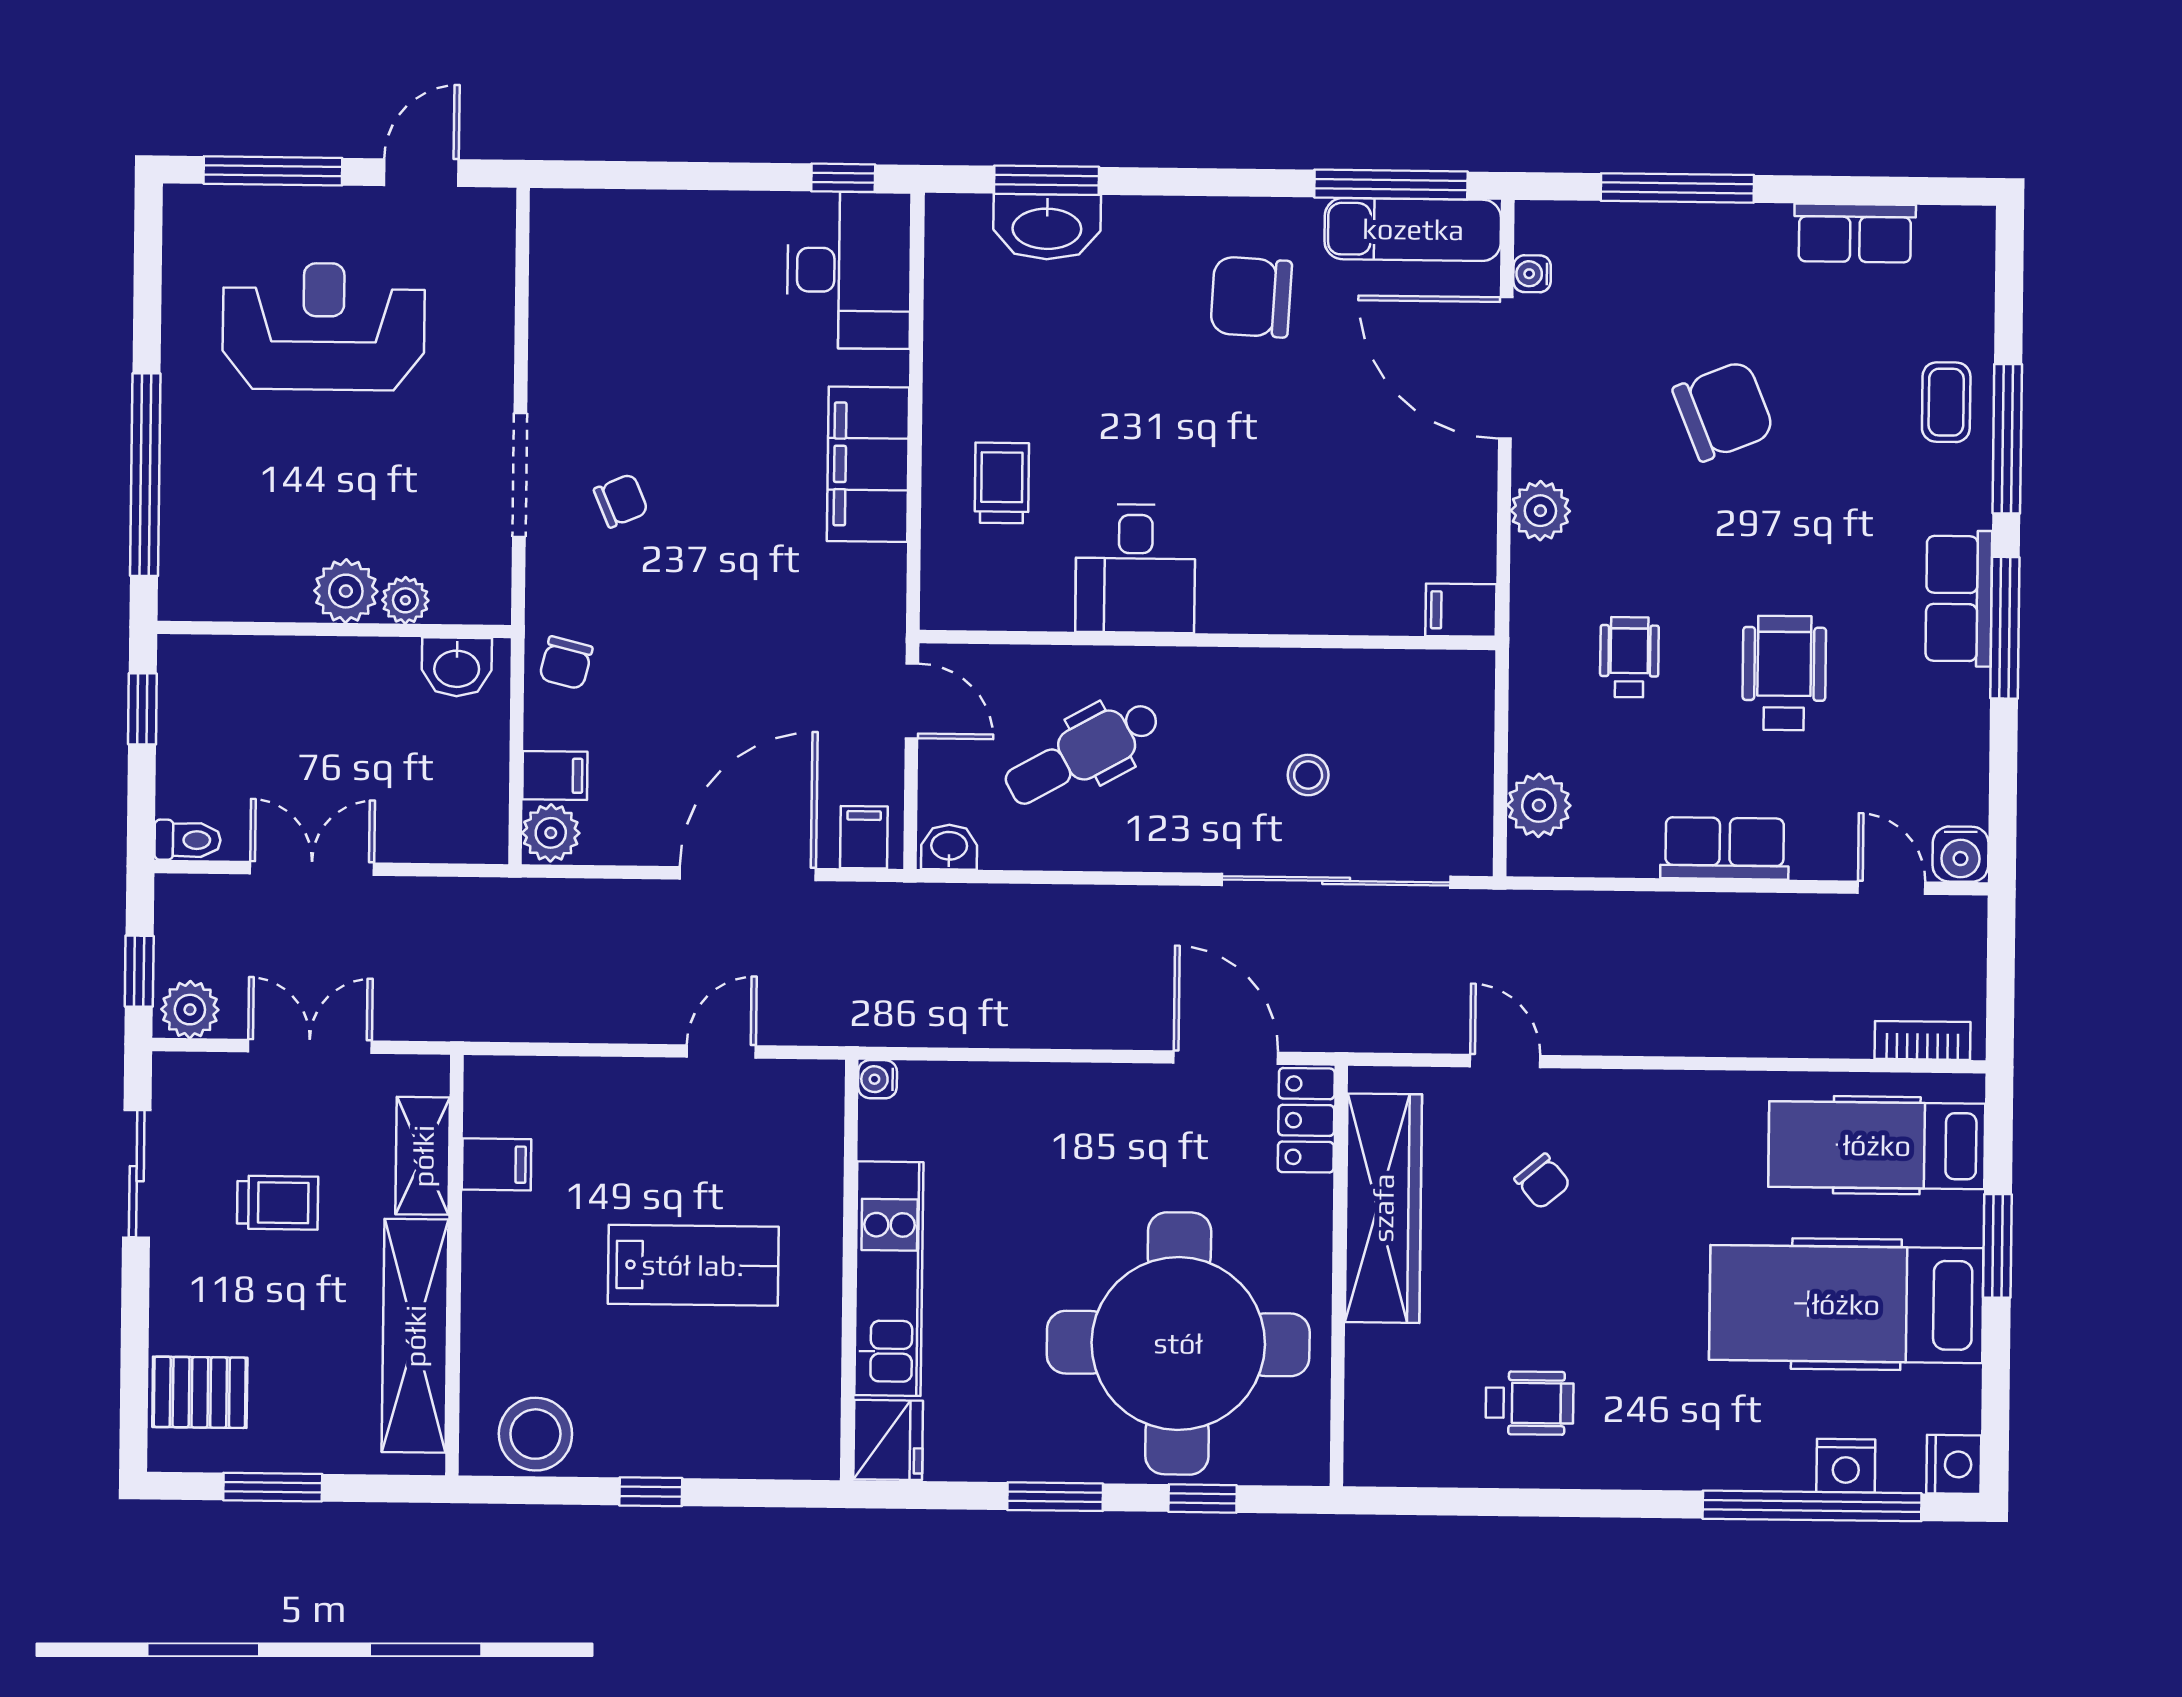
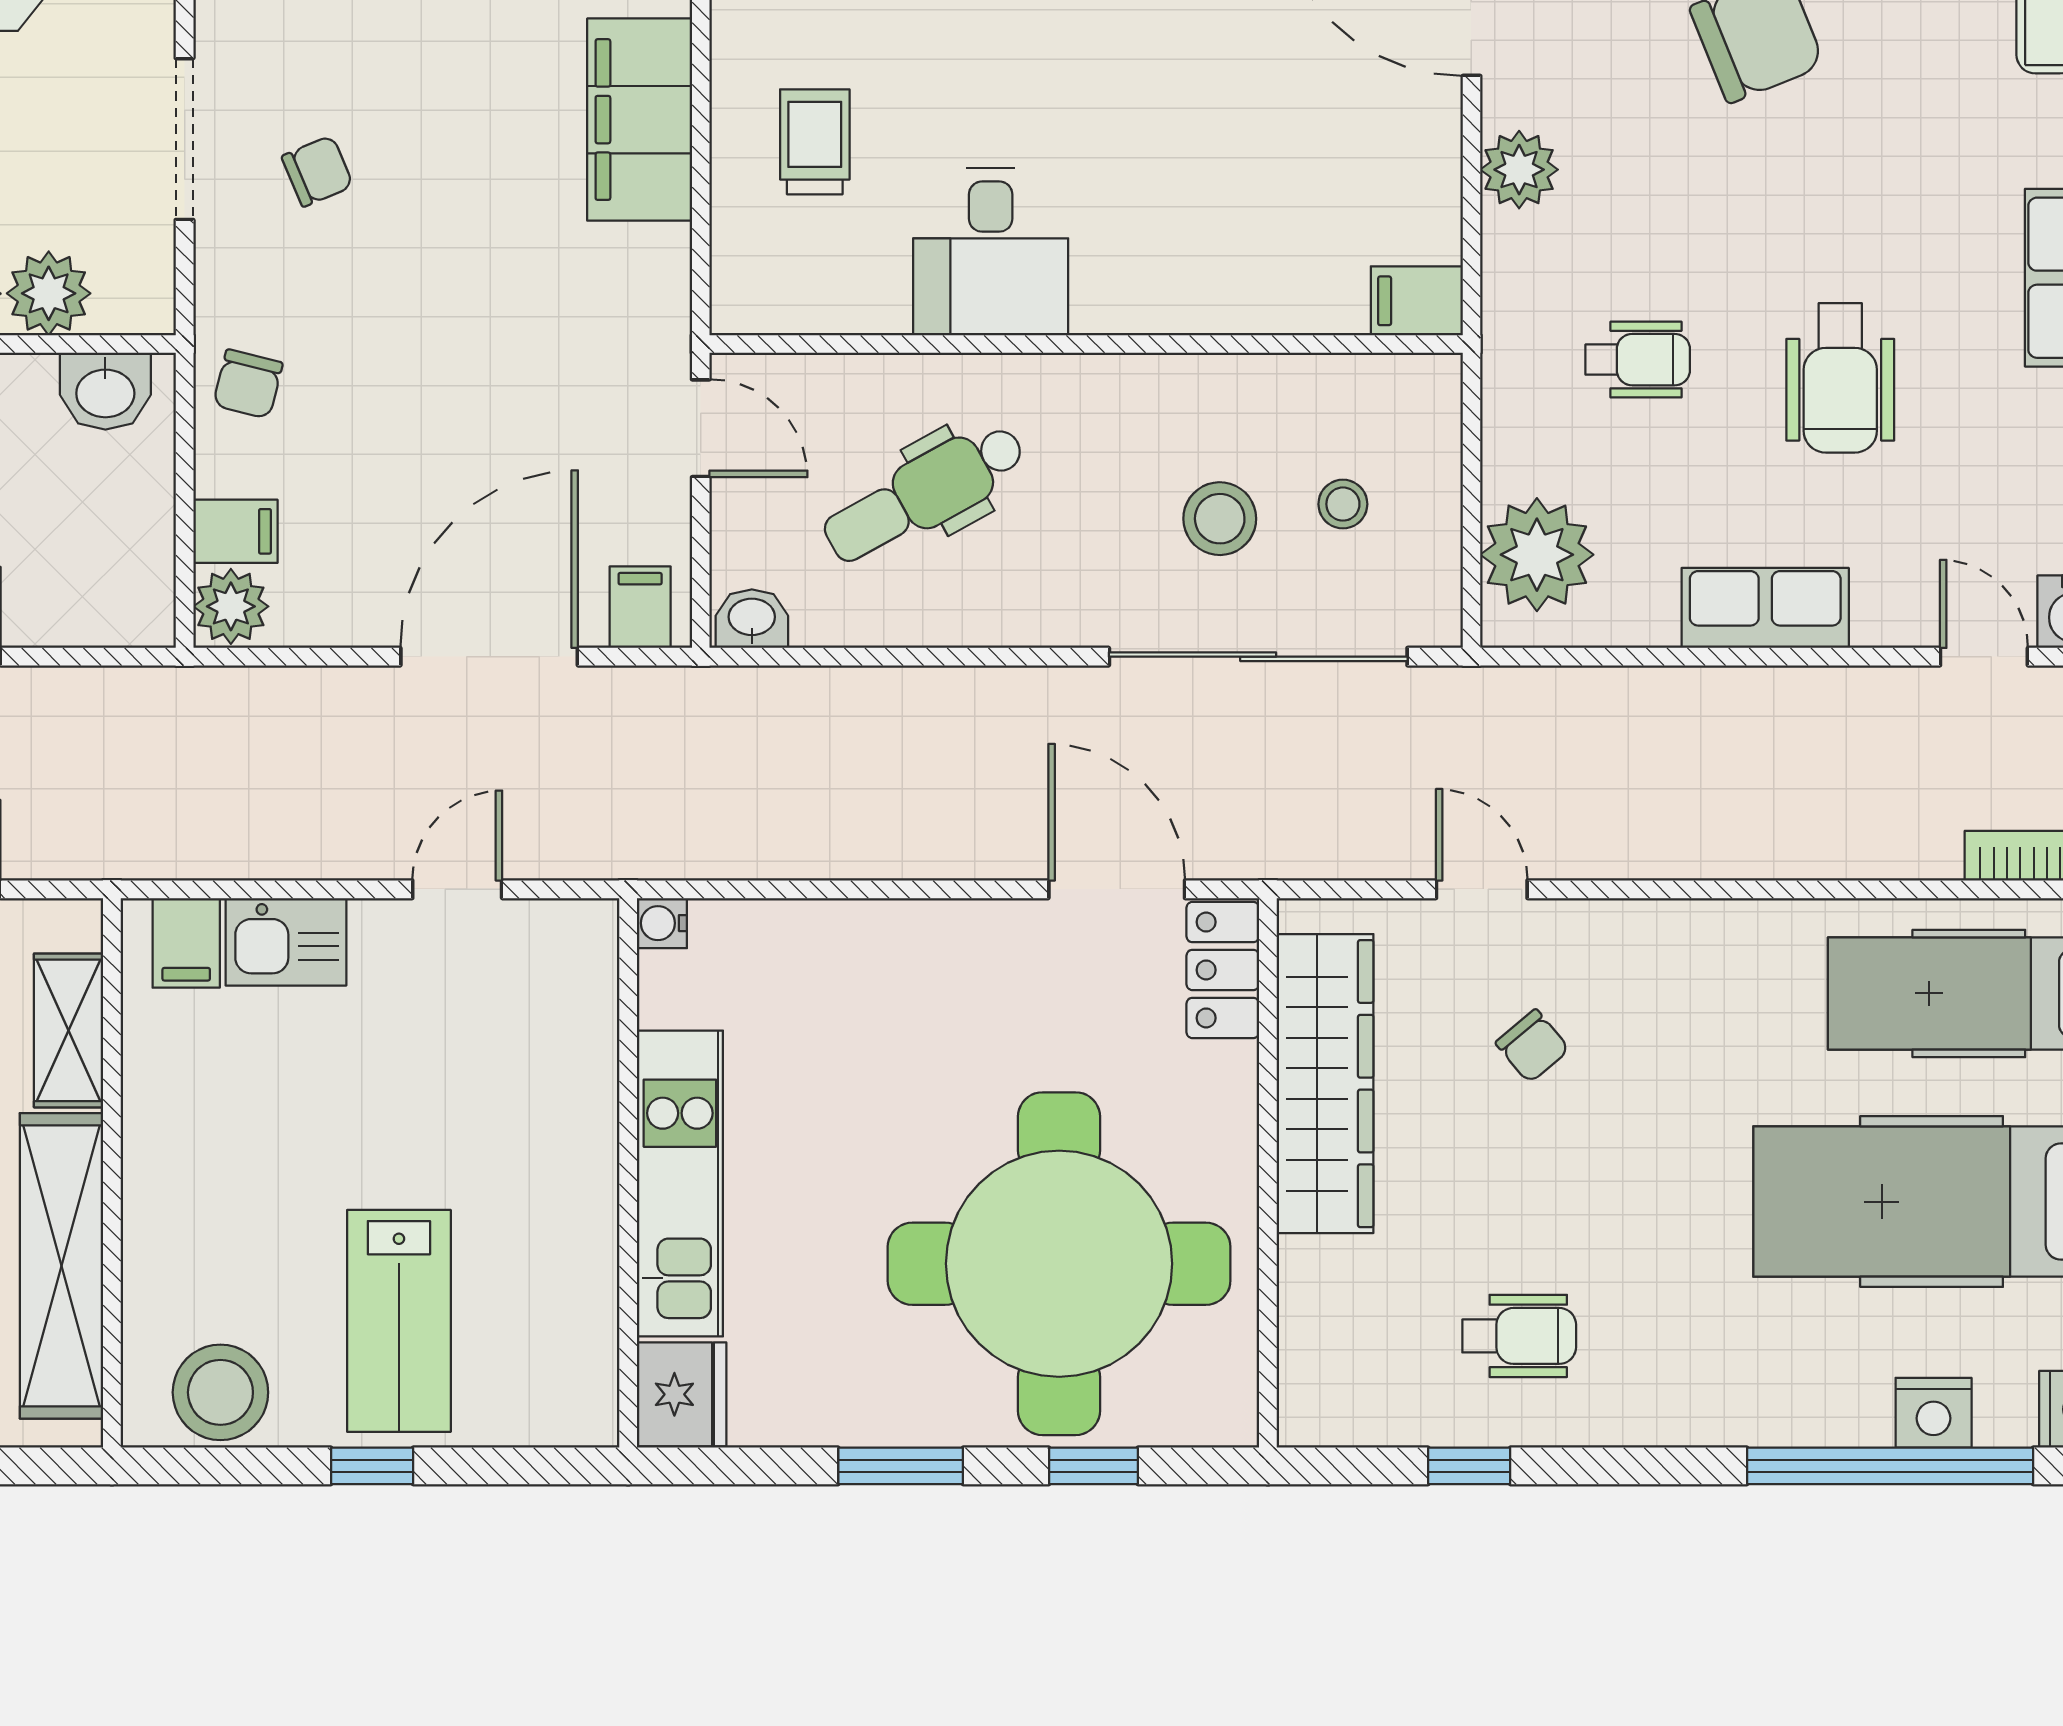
plant: (405, 600) -> (49, 293), width x1.38, depth x1.38
wheelchair: (1629, 657) -> (1638, 360), turned 90
wheelchair: (1784, 673) -> (1840, 378), turned 180
stool: (1402, 765) -> (1343, 504), added
stool: (1308, 775) -> (1220, 519), width x1.37, depth x1.37
plant: (1539, 805) -> (1537, 555), width x1.36, depth x1.36
kitchen sink: (590, 1090) -> (286, 942), added
filing cabinet: (497, 1164) -> (186, 943), moved, turned 90
lab bench: (693, 1265) -> (399, 1321), moved, turned 90
window: (1490, 1502) -> (1469, 1466), added

